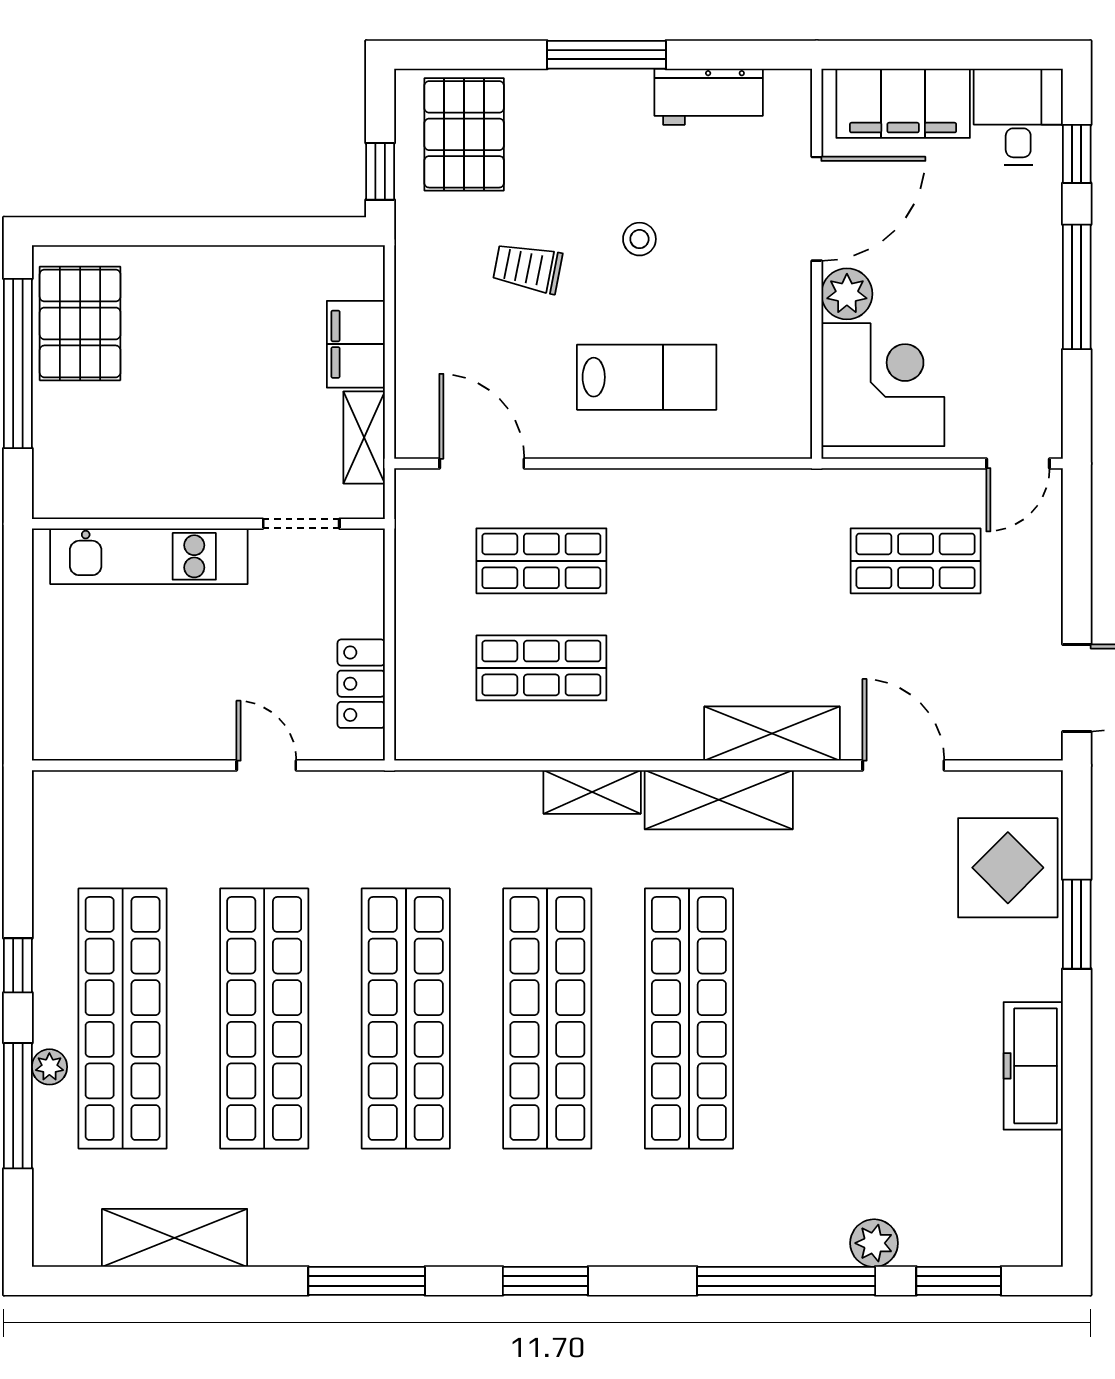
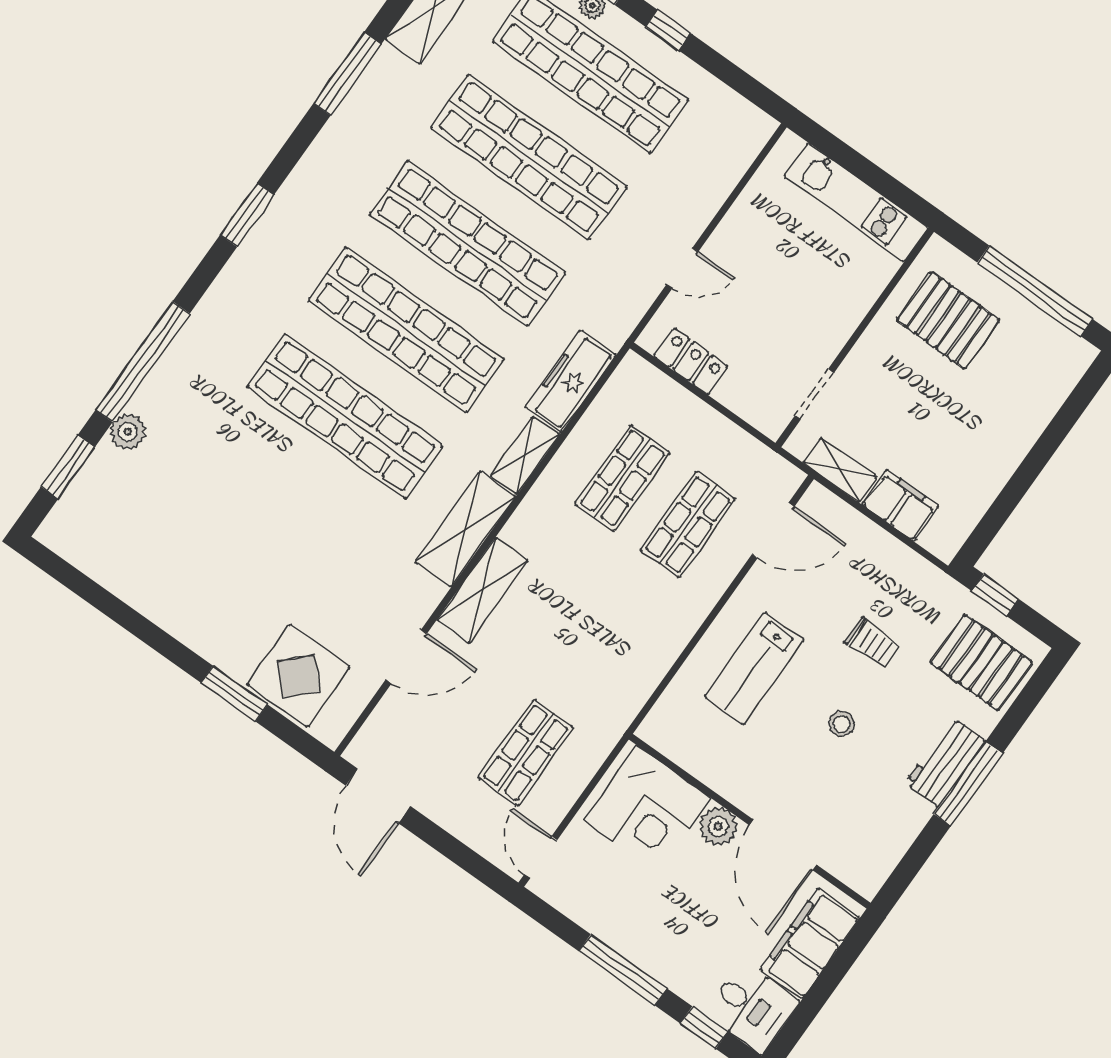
workbench: (709, 97) -> (945, 762), moved
trolley: (528, 268) -> (872, 643), turned 79
pallet: (80, 323) -> (948, 320), moved
kitchen unit: (149, 556) -> (856, 202), moved, turned -90
freezer: (1033, 1066) -> (571, 381), moved, turned -90
window: (367, 1281) -> (347, 74), moved

